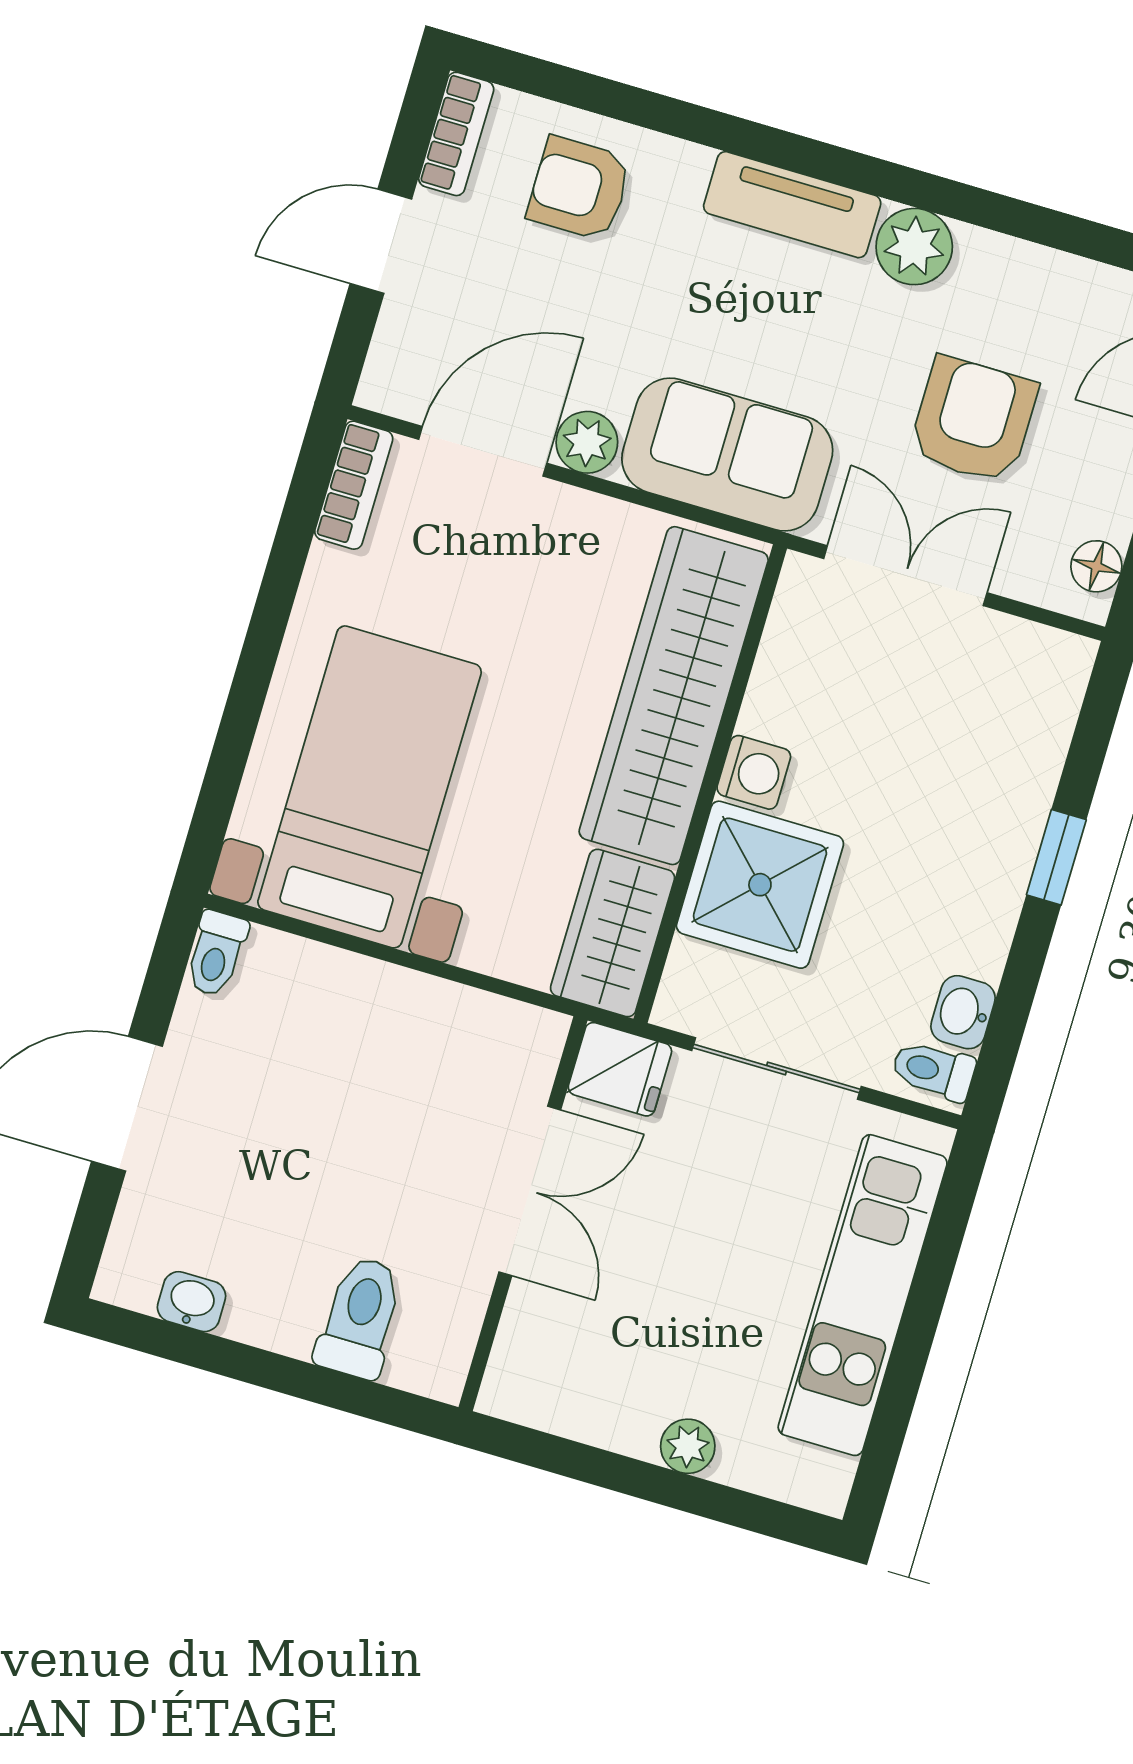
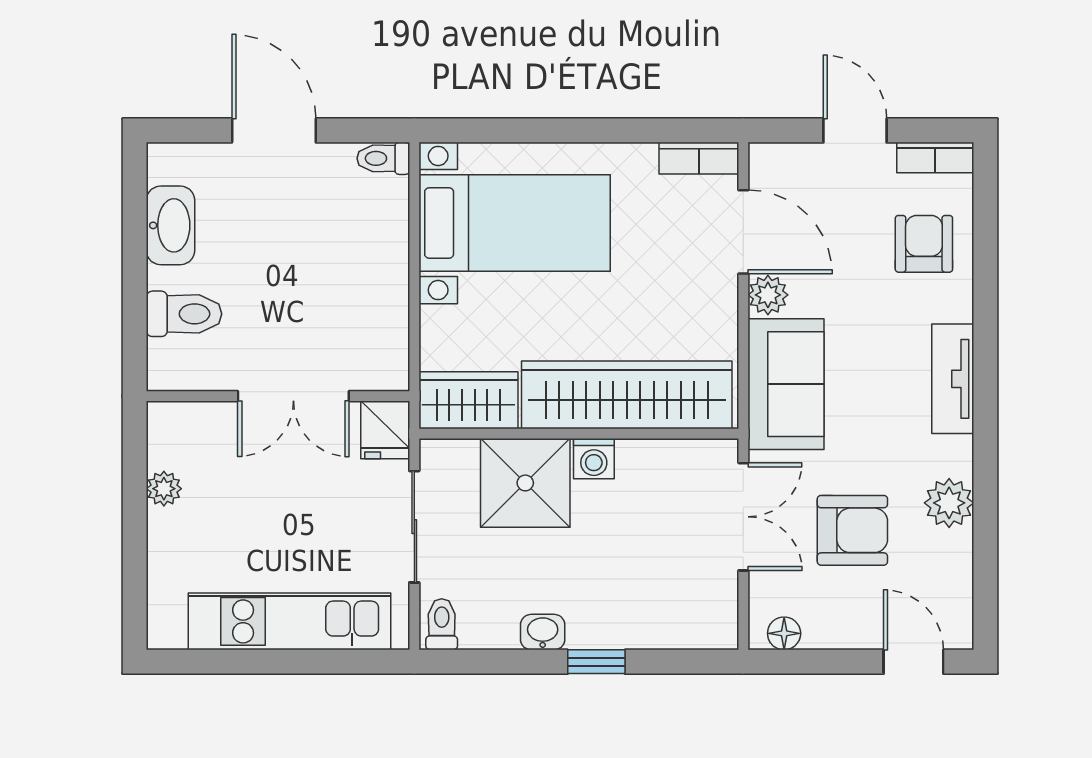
plant: (914, 247) -> (949, 503), moved
washbasin: (963, 1012) -> (543, 632), moved
washbasin: (192, 1302) -> (170, 225), width x1.91, depth x1.45
plant: (688, 1446) -> (164, 489), moved

